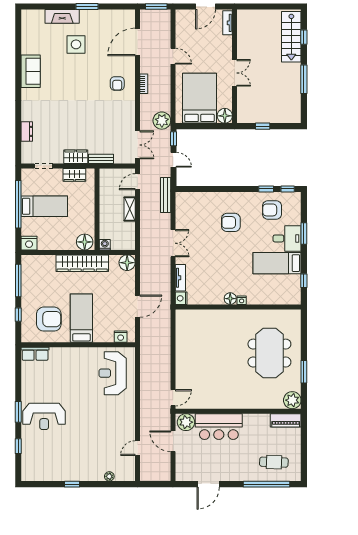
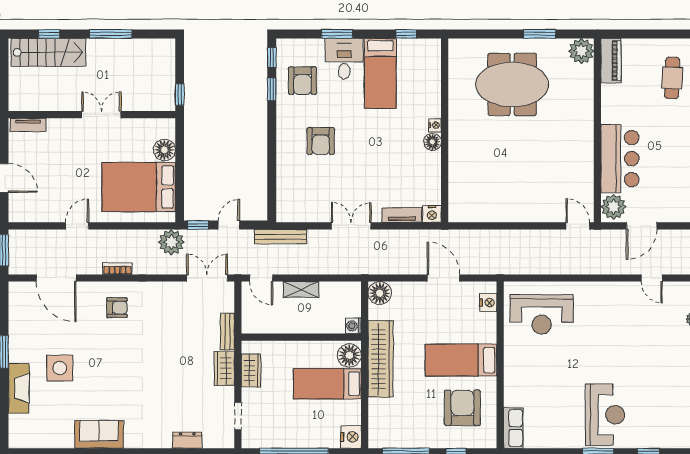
tv unit: (228, 23) -> (28, 125), moved
wall: (235, 66) -> (92, 115), moved
double door: (235, 73) -> (101, 115), moved
bed: (44, 206) -> (327, 384), moved, turned -90

